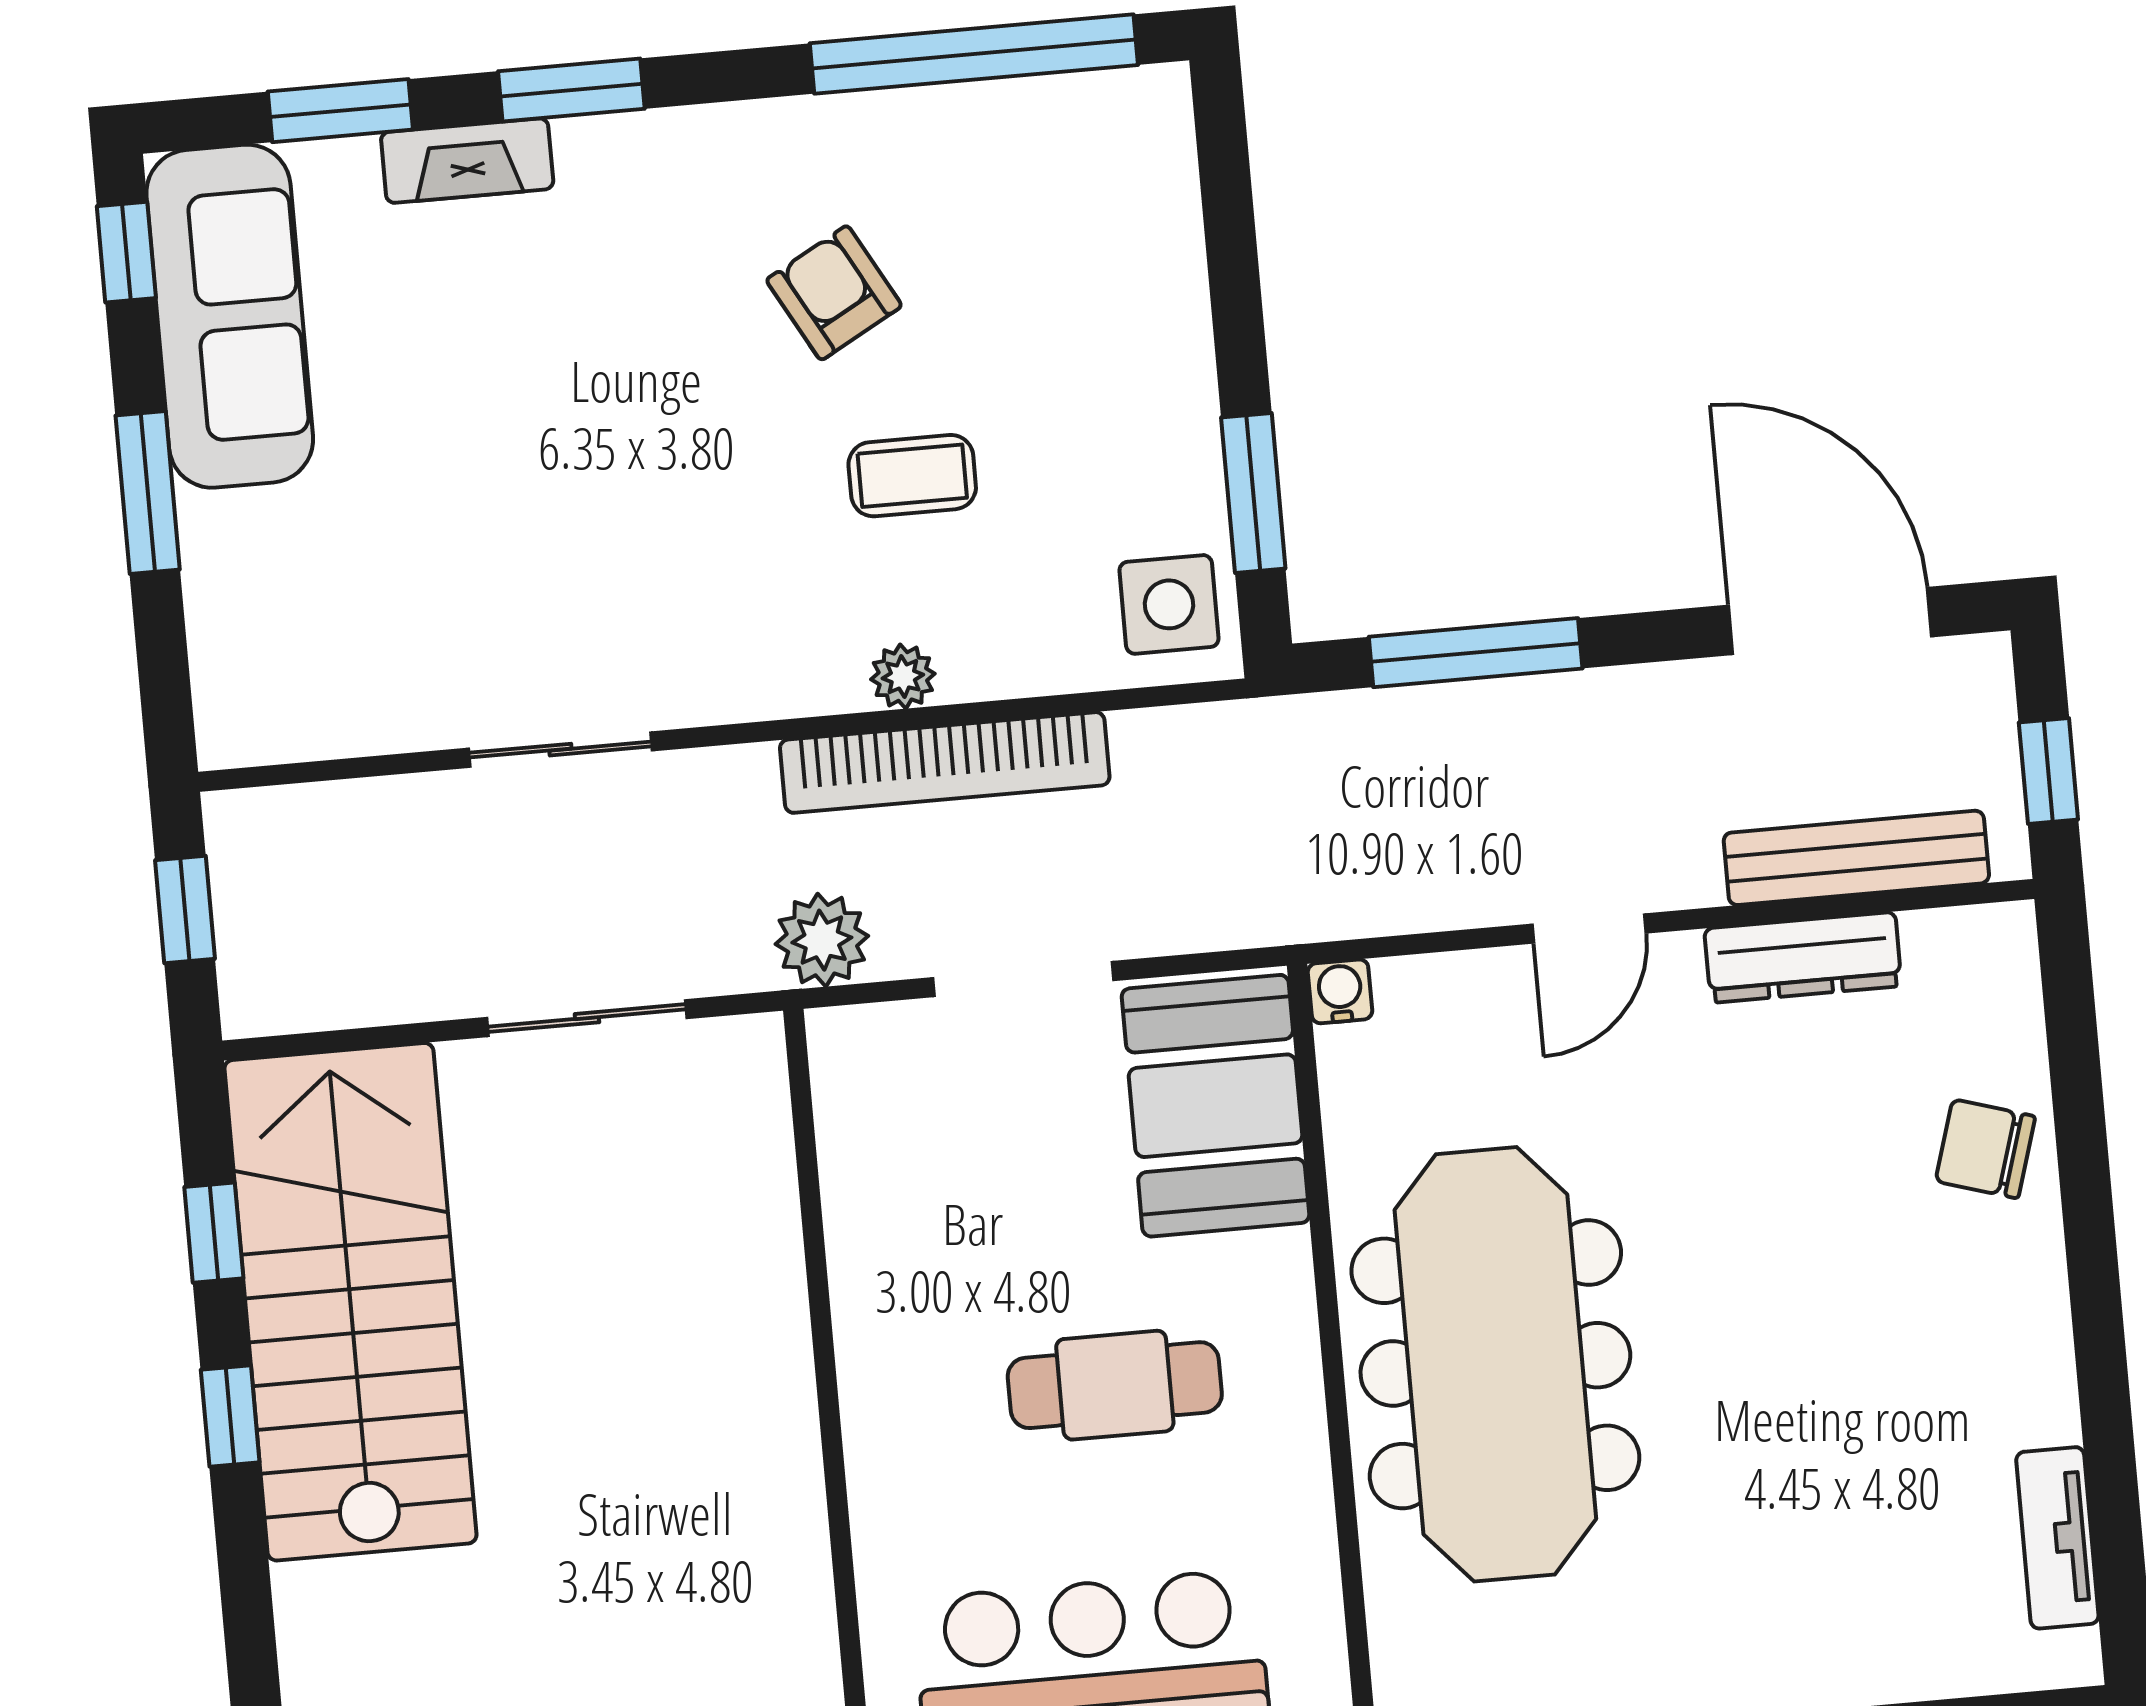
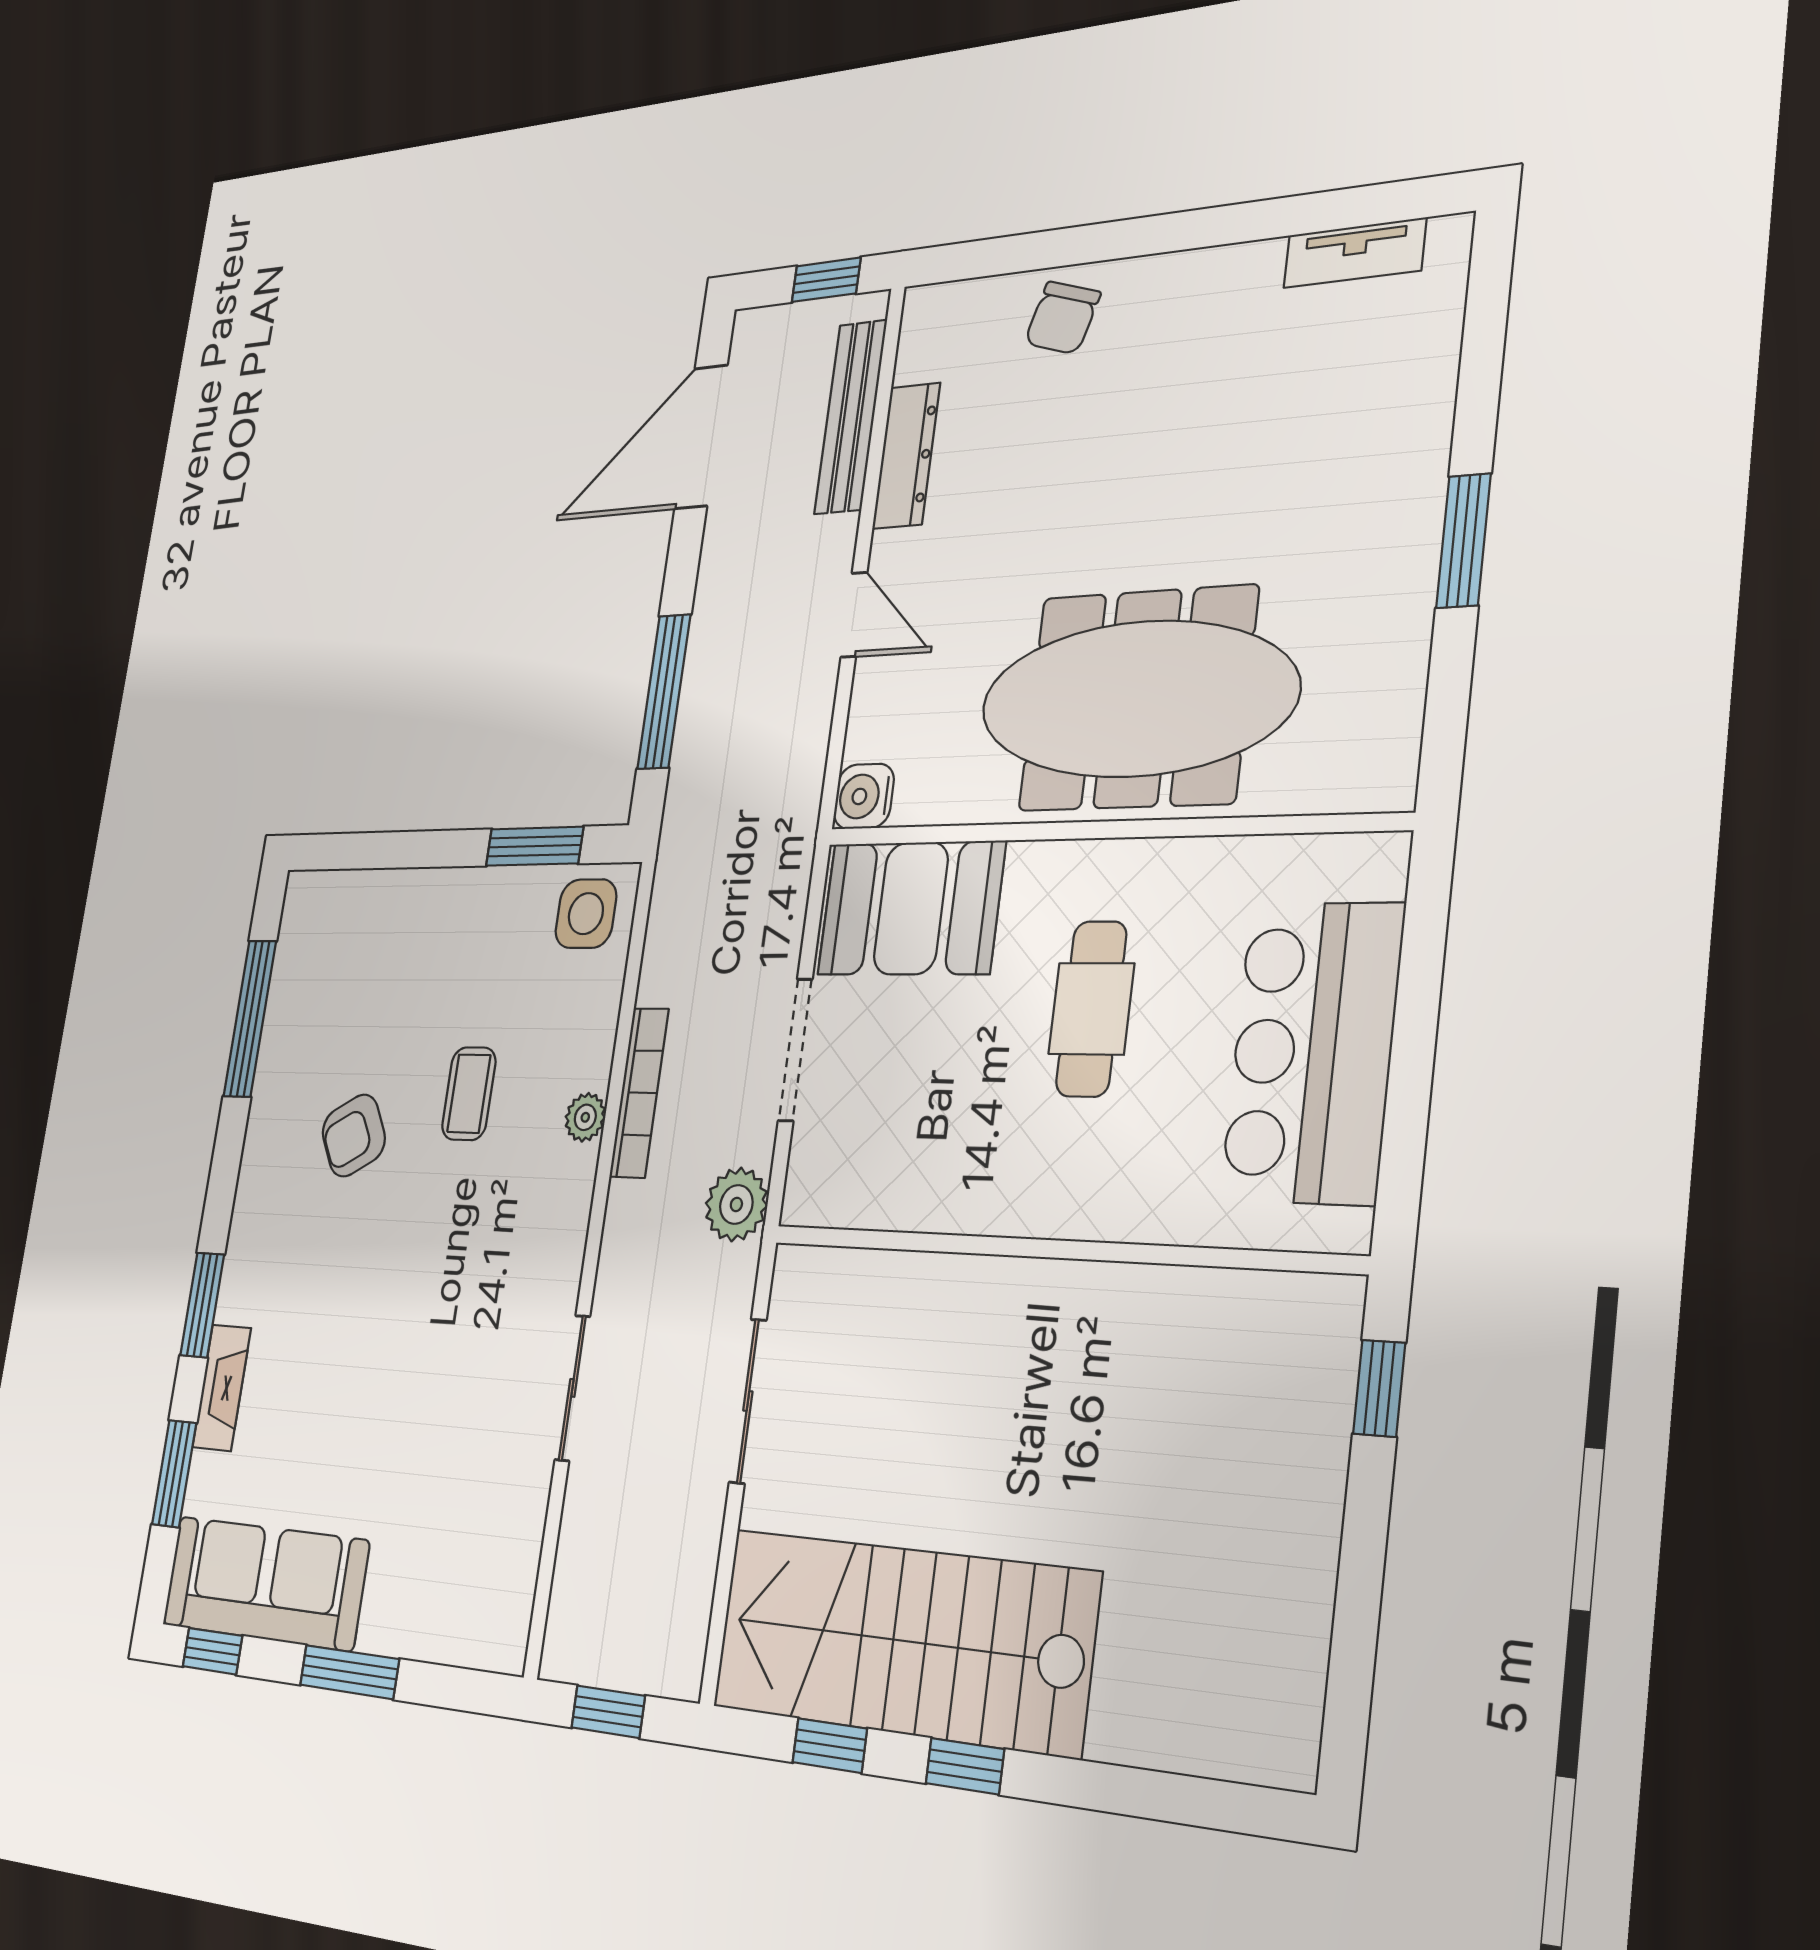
window: (974, 54) -> (250, 1018), width x0.68
bookcase: (945, 762) -> (639, 1093), width x0.68, depth x0.76
water cooler: (1340, 991) -> (864, 796), width x1.38, depth x1.38

